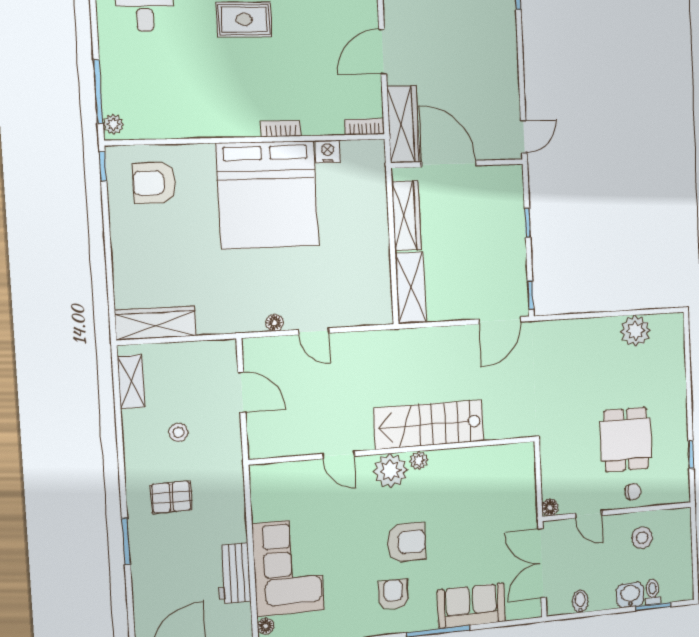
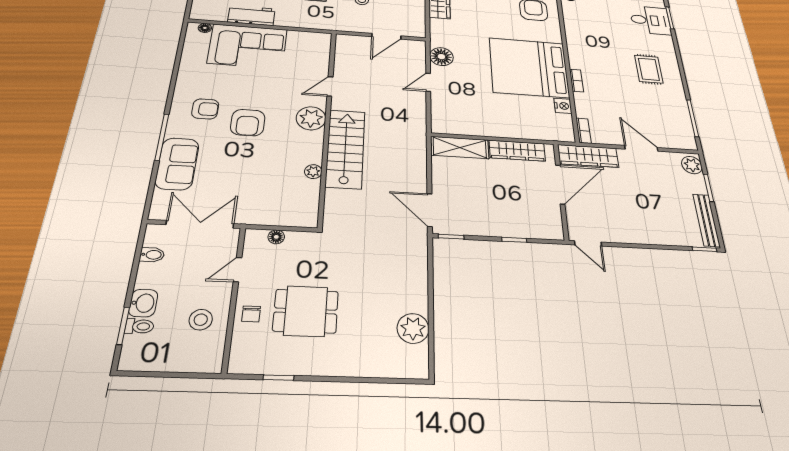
floor lamp: (275, 323) -> (441, 57), width x1.89, depth x1.89
plant: (419, 460) -> (313, 172), moved
floor lamp: (550, 508) -> (276, 237), moved

